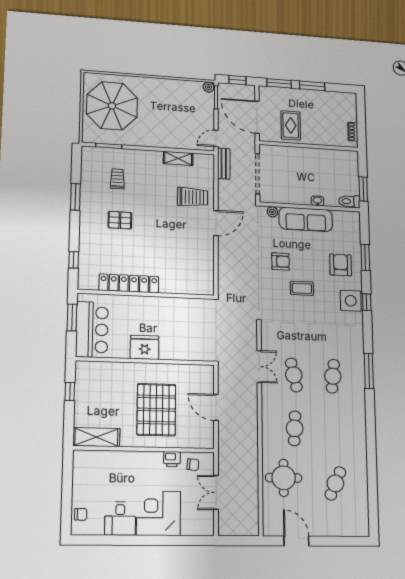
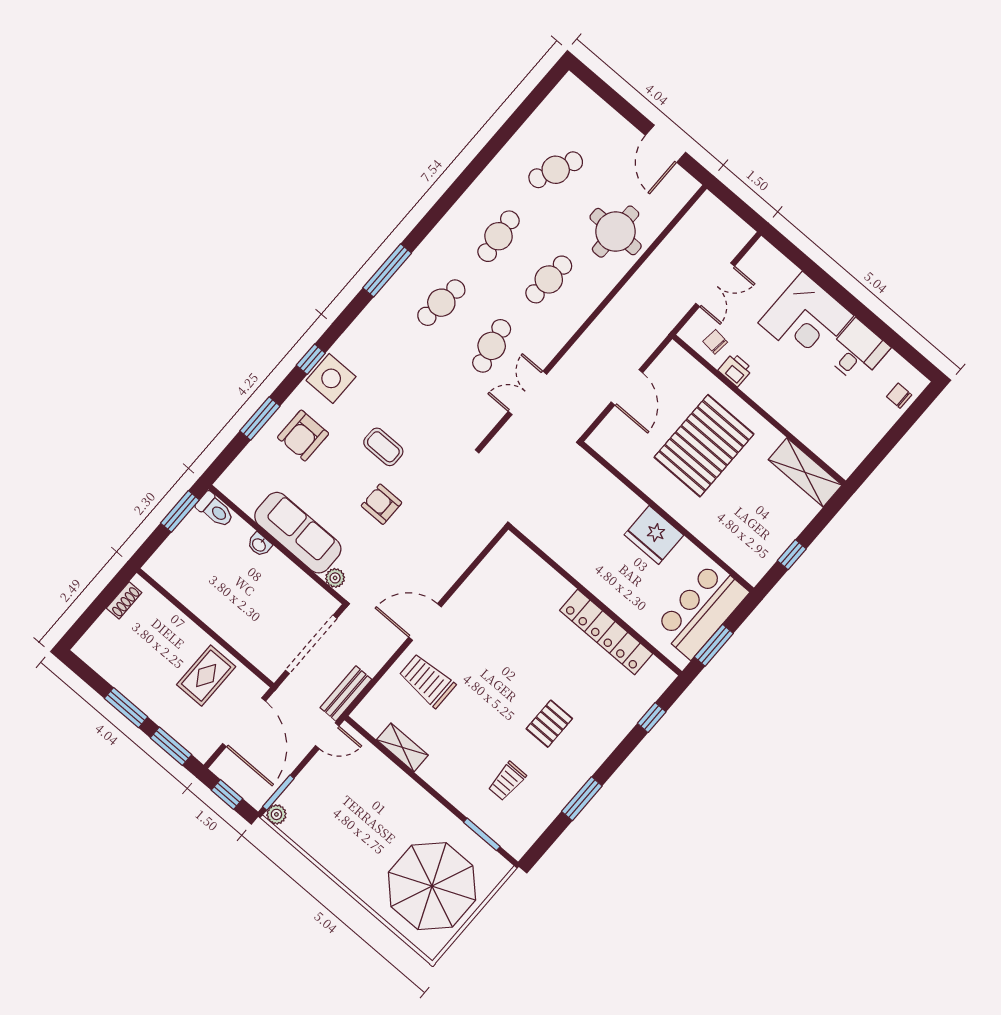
pallet: (120, 220) -> (549, 724), turned 90
cafe table: (334, 429) -> (498, 236), added

